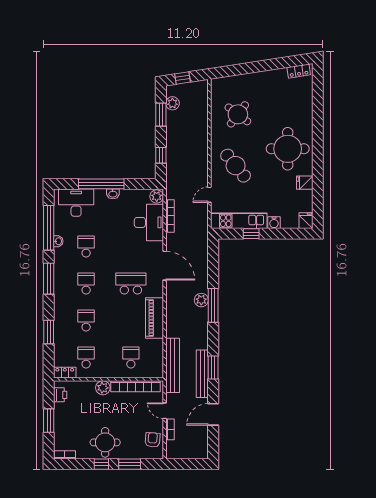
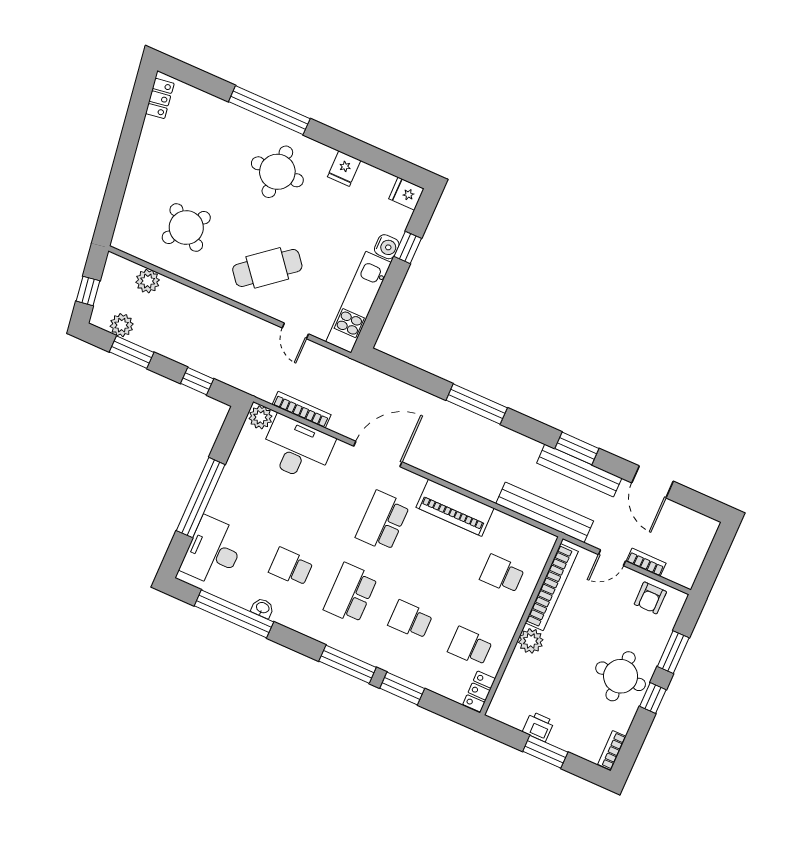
window: (318, 130) -> (269, 110), added
round table: (288, 149) -> (277, 172), width x0.73, depth x0.73
washbasin: (113, 194) -> (225, 486), removed
window: (251, 234) -> (408, 247), moved
window: (49, 279) -> (348, 664), moved
school desk: (86, 284) -> (351, 593), width x1.85
plant: (201, 300) -> (148, 281), moved
printer: (60, 395) -> (538, 726), moved
armchair: (153, 440) -> (650, 598), turned -94

